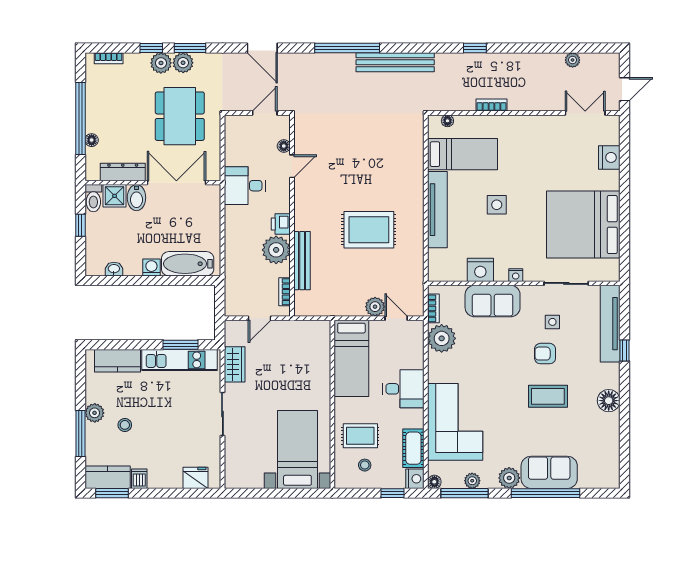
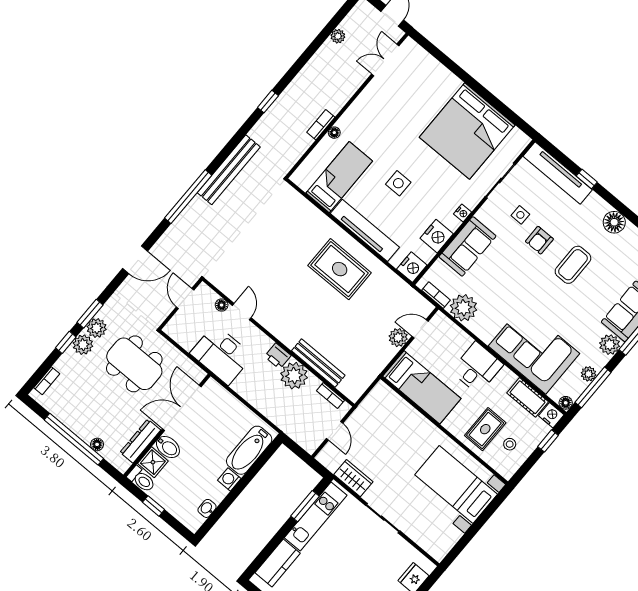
floor lamp: (447, 121) -> (334, 133), moved
nightstand: (609, 157) -> (412, 267), moved, turned 90
desk: (245, 186) -> (221, 355), width x1.37
rug: (369, 230) -> (340, 269), moved, turned 90

